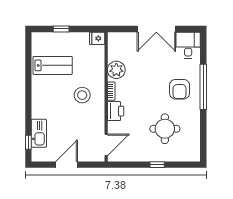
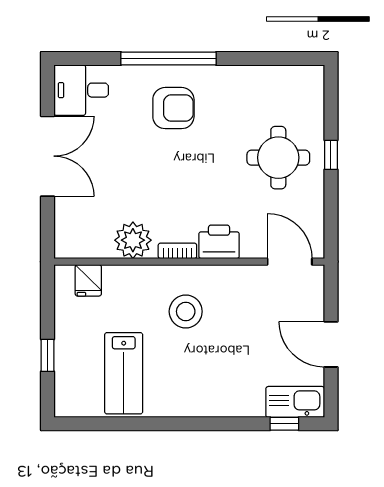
fridge: (97, 38) -> (88, 280), moved
lab bench: (53, 65) -> (124, 373), turned 180
round table: (165, 129) -> (278, 158), moved
kitchen sink: (39, 133) -> (295, 402), moved

